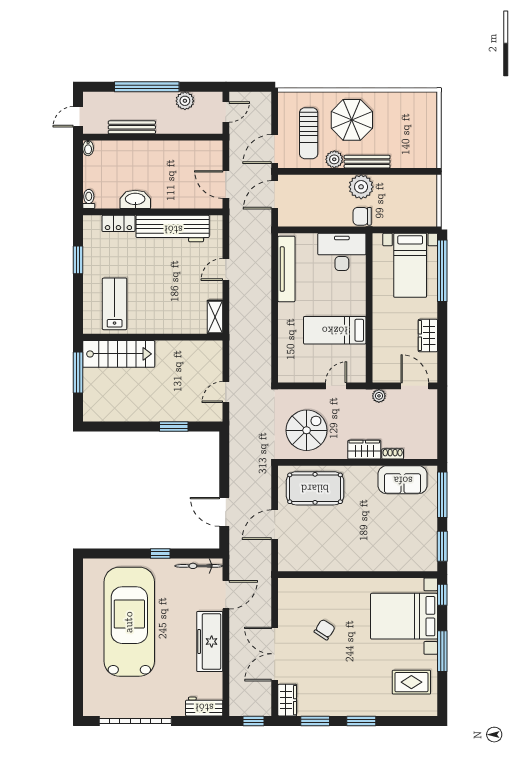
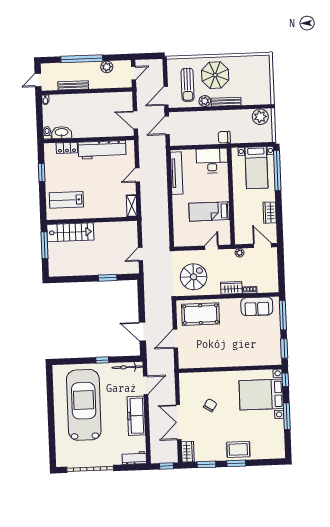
plant: (361, 187) -> (260, 117), moved
washbasin: (135, 199) -> (62, 133), moved
lab bench: (115, 304) -> (66, 200), turned -90
rug: (411, 682) -> (238, 449), moved

